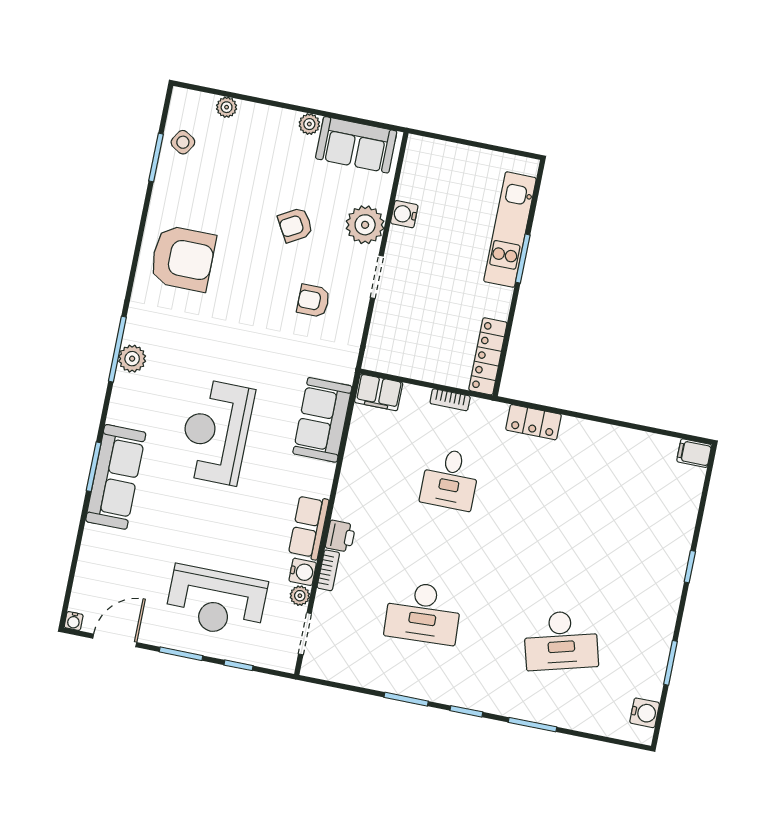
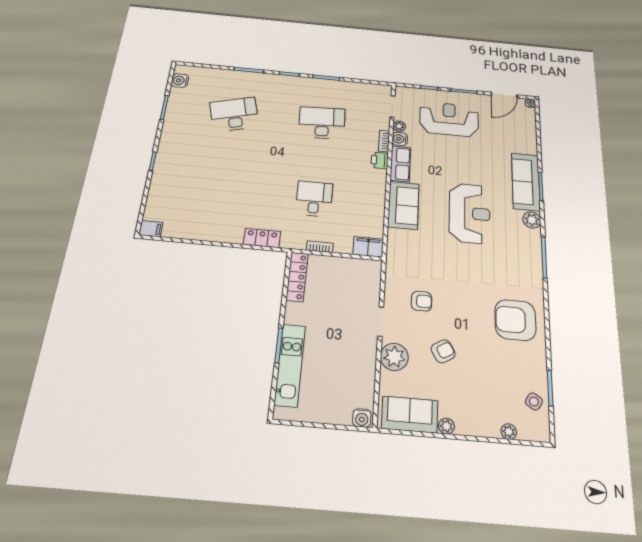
water cooler: (404, 214) -> (362, 418), moved, turned 90
plant: (132, 359) -> (532, 220), moved
sofa: (322, 420) -> (403, 205), moved

